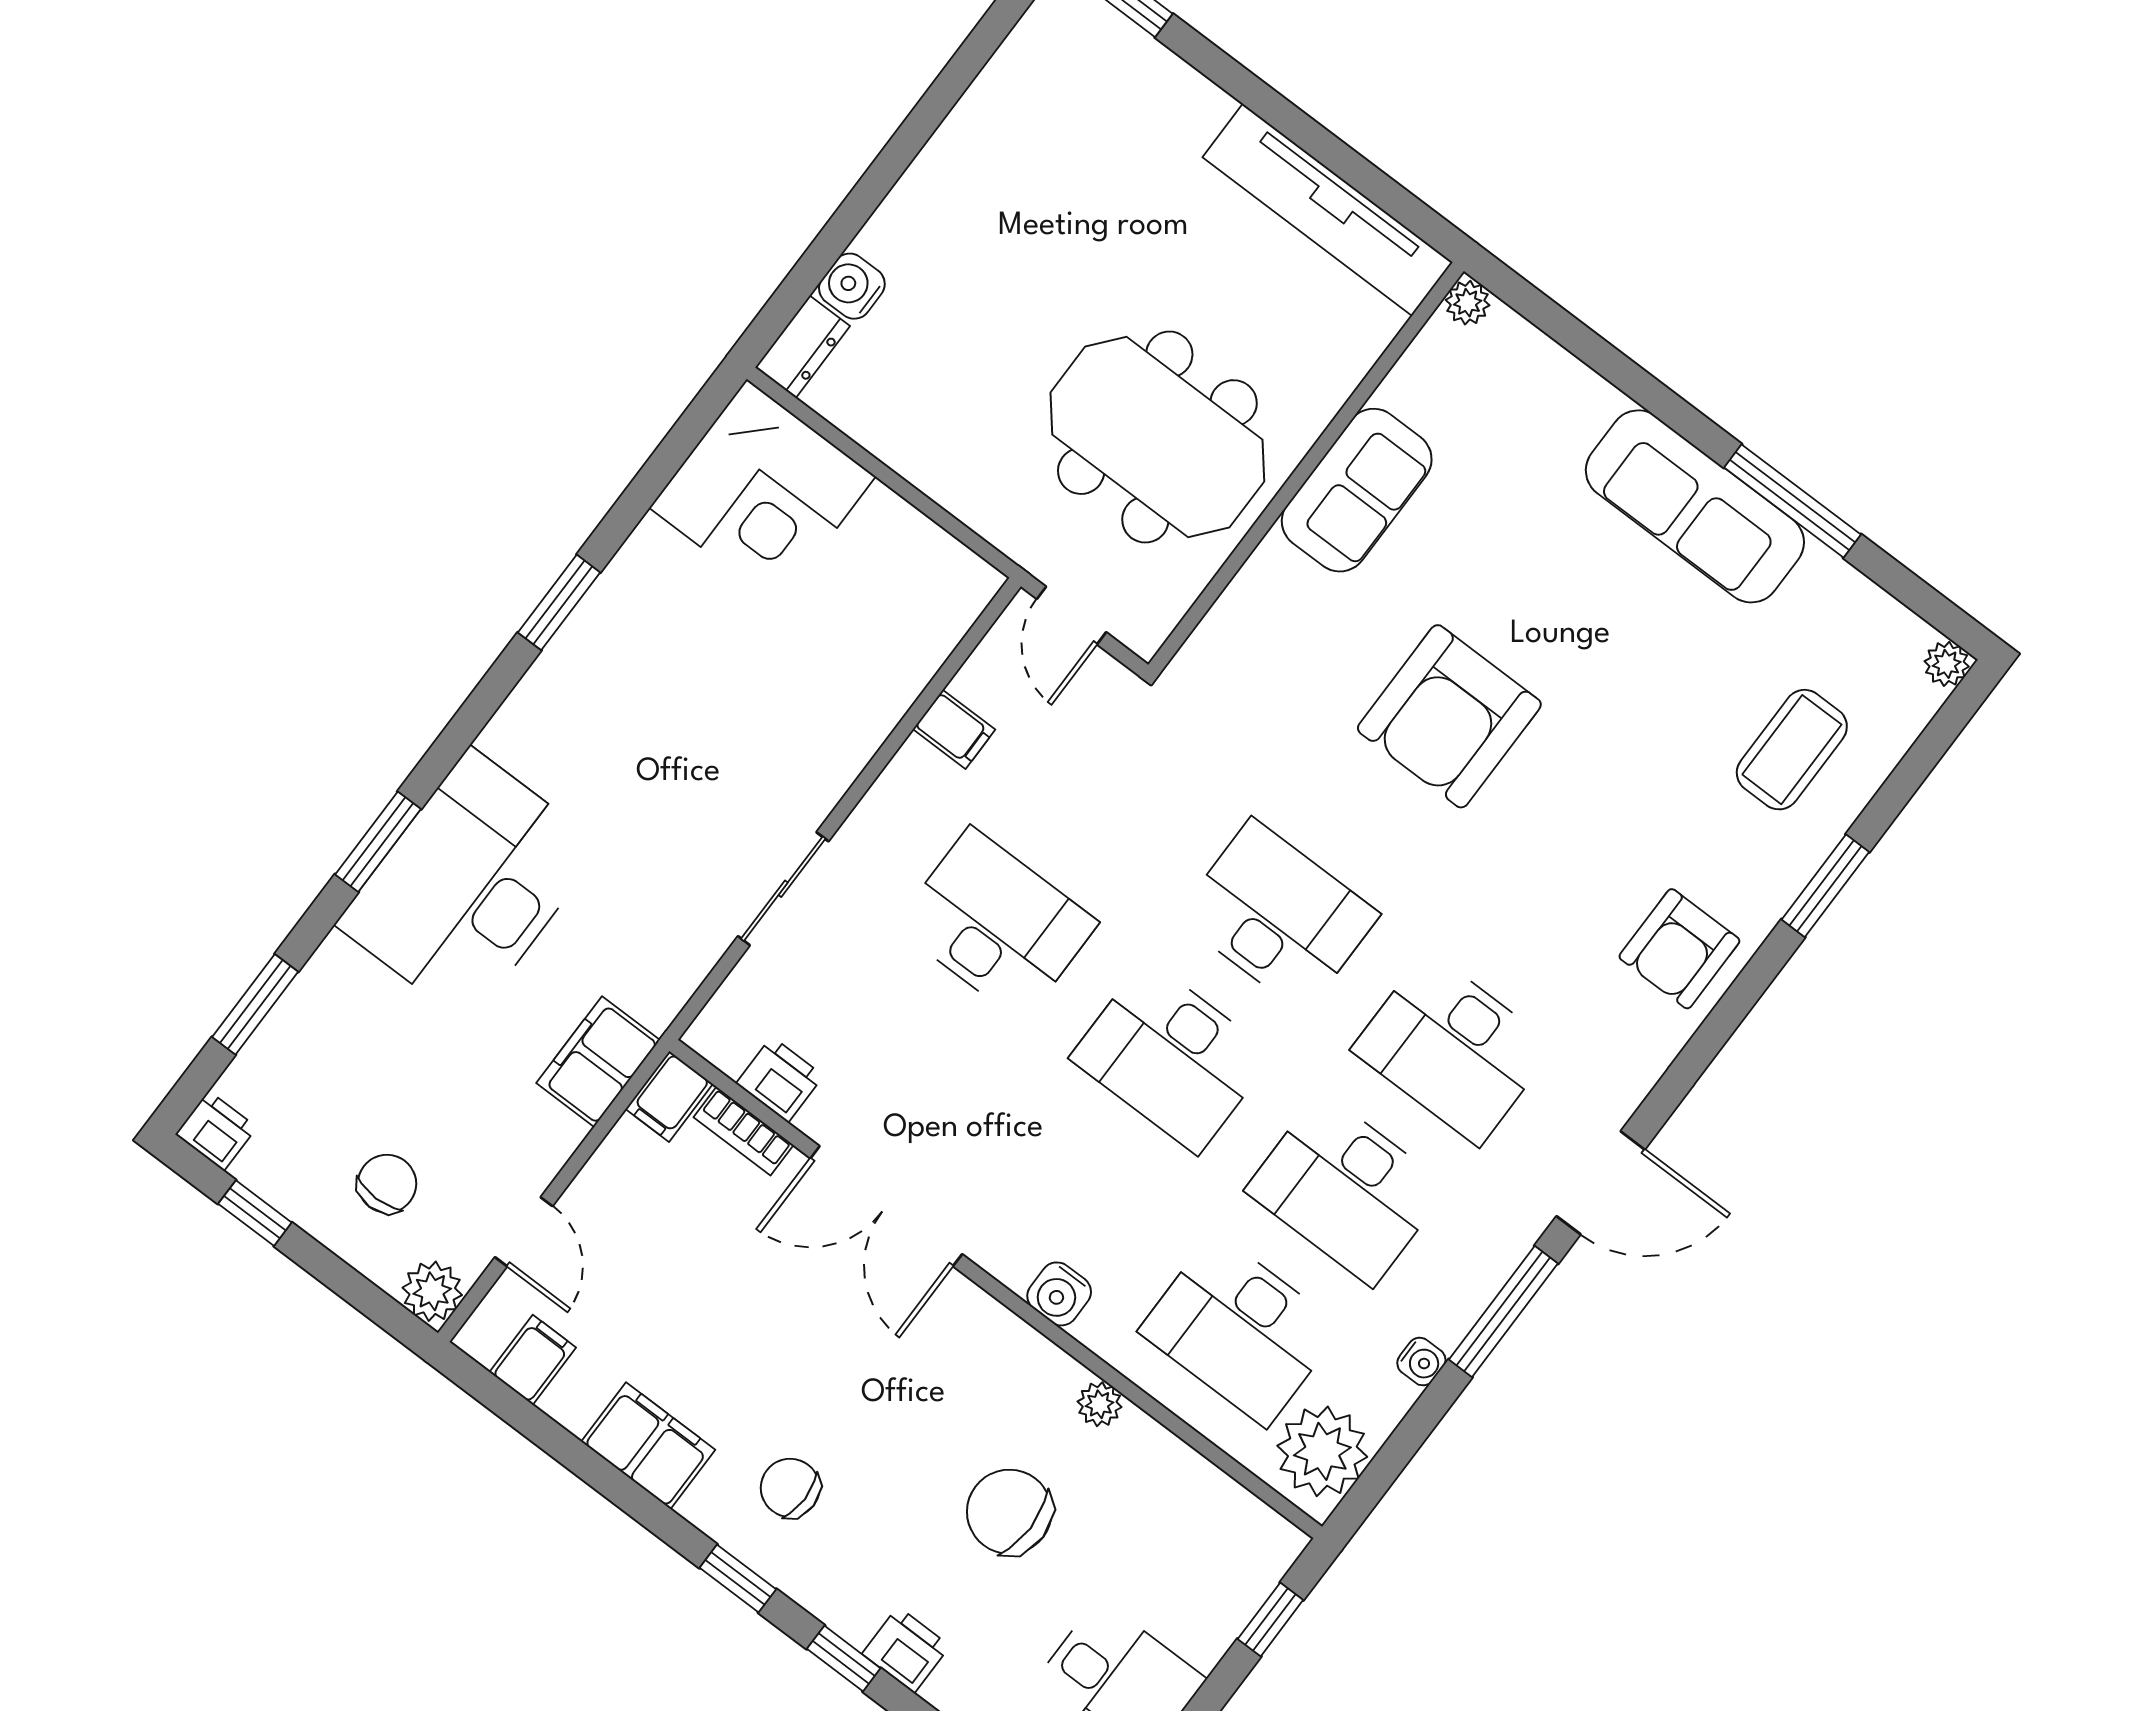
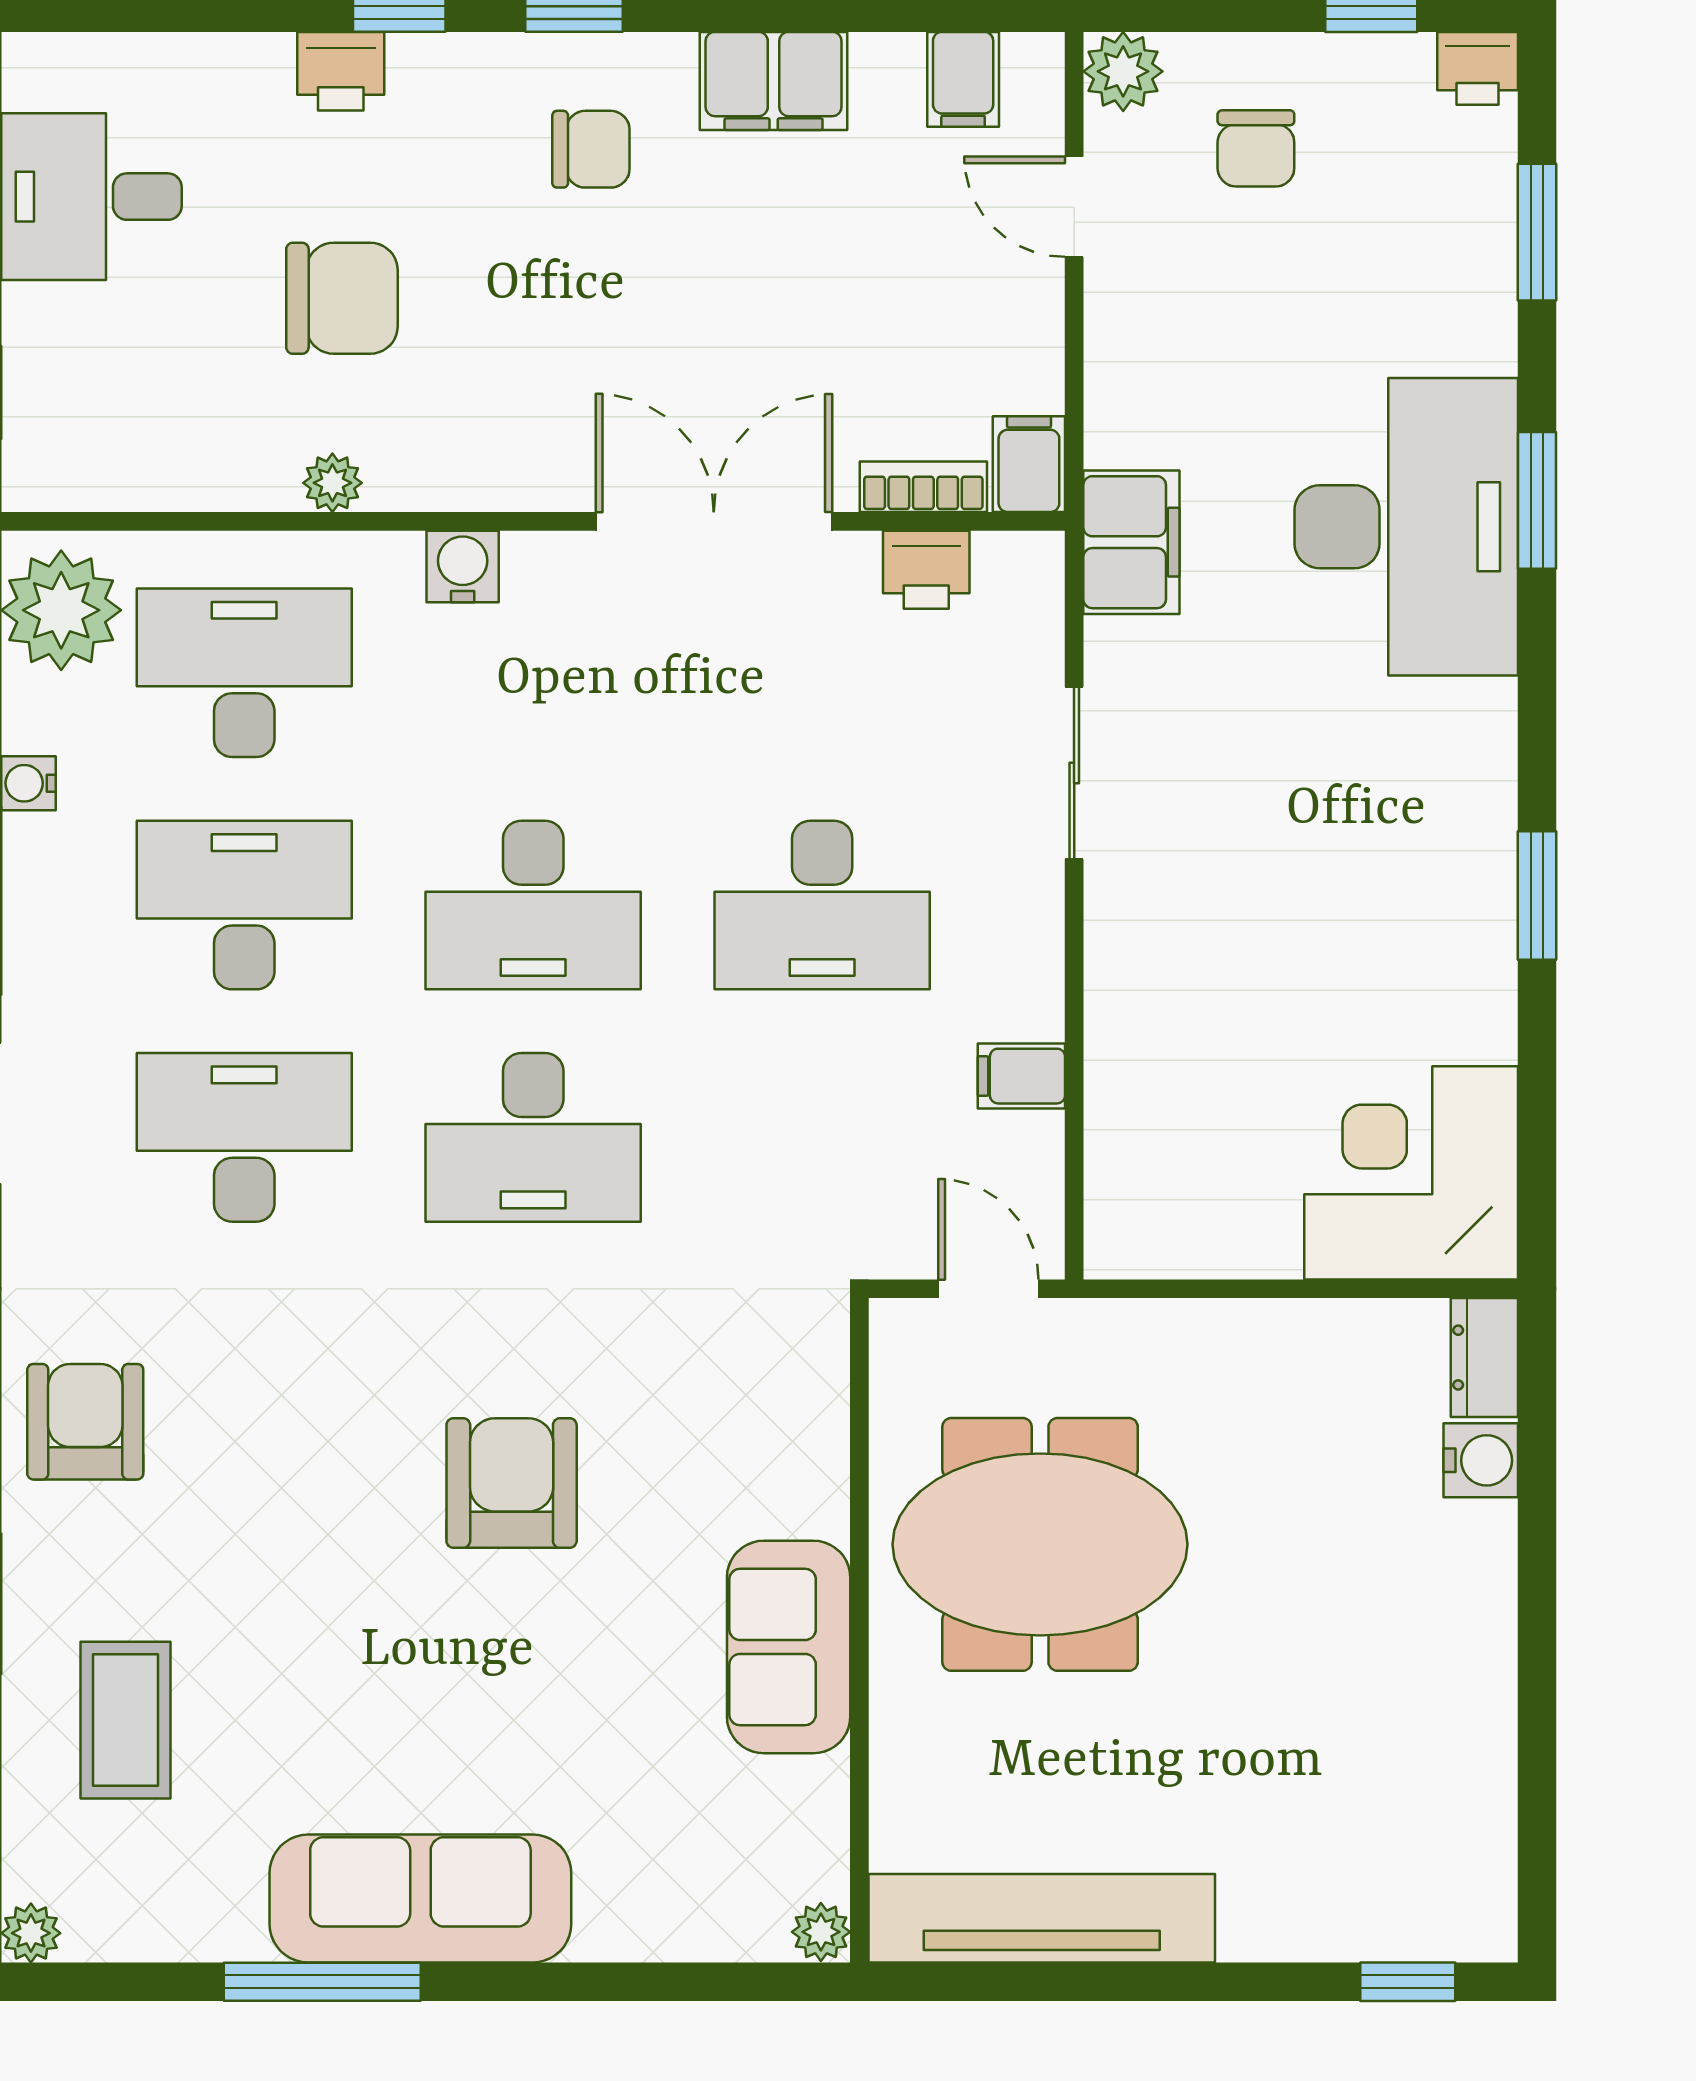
armchair: (1449, 716) -> (512, 1483), width x0.73, depth x0.73
desk: (1171, 1057) -> (533, 905), turned 180
filing cabinet: (598, 1062) -> (1131, 542), moved

